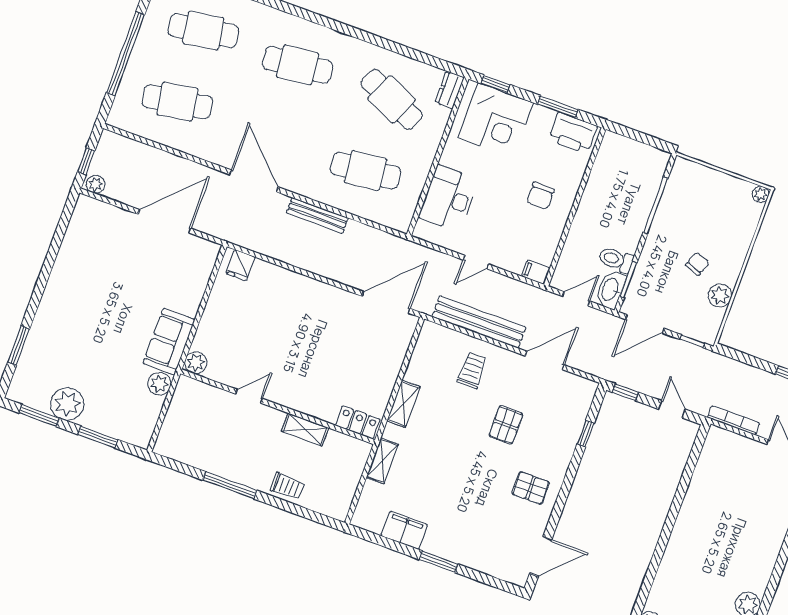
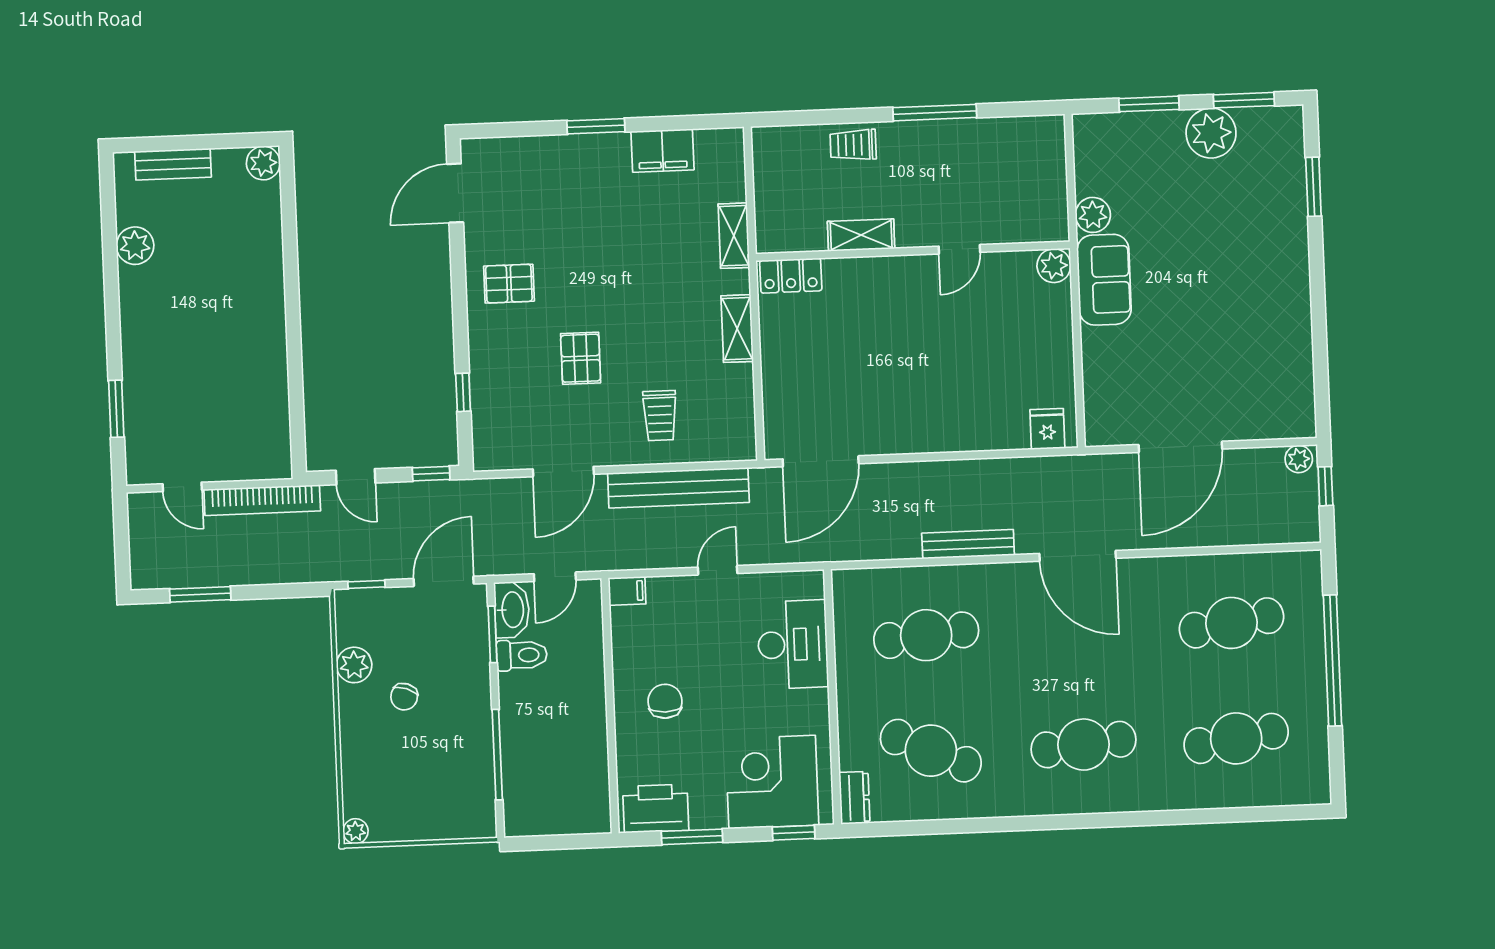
bookcase: (734, 420) -> (262, 500), width x1.48, depth x1.31

